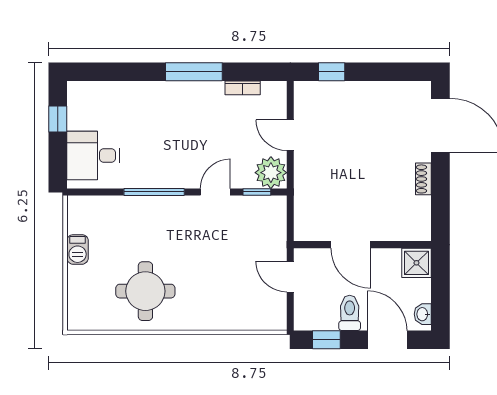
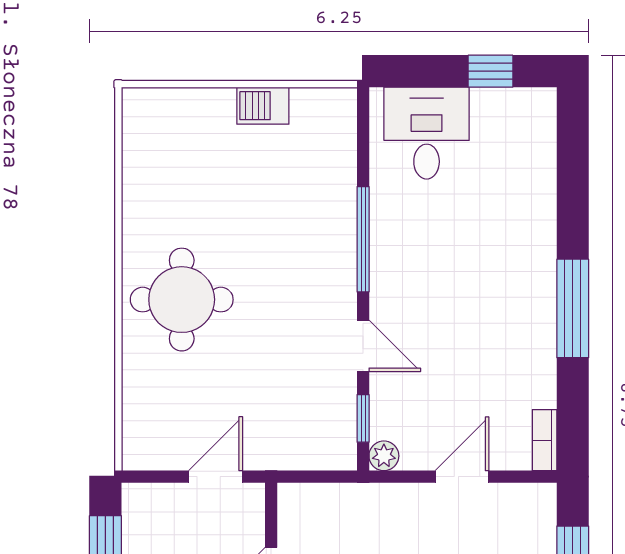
bookcase: (243, 88) -> (545, 440), moved
plant: (271, 173) -> (384, 456), width x0.53, depth x0.53
round table: (145, 291) -> (182, 300), moved

